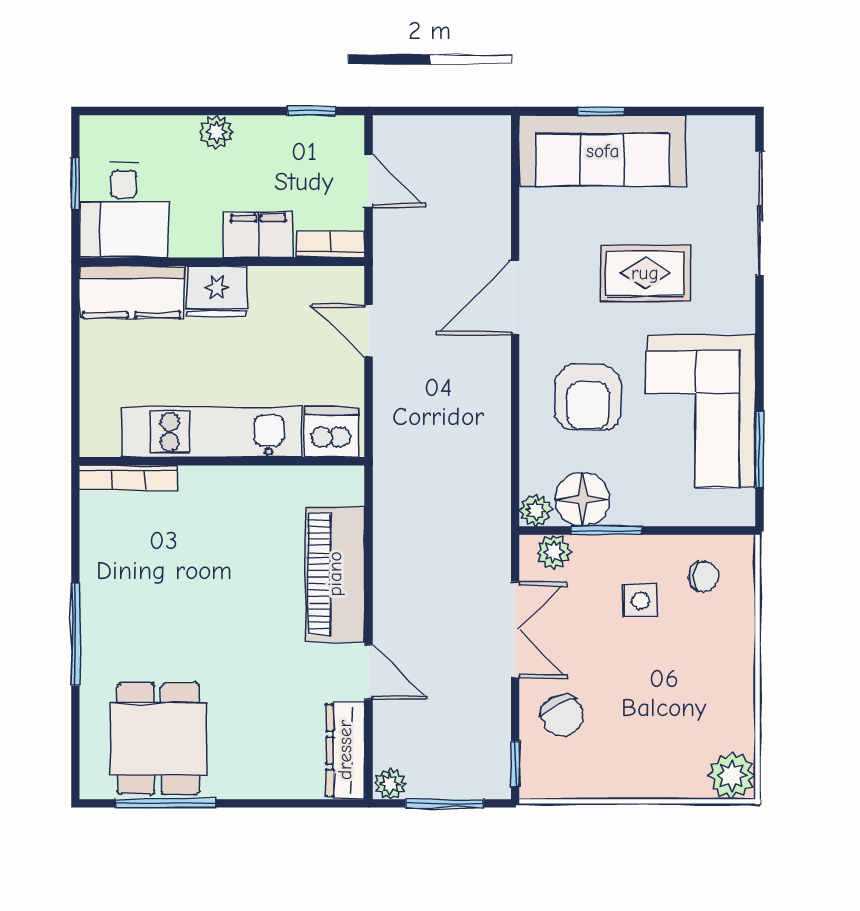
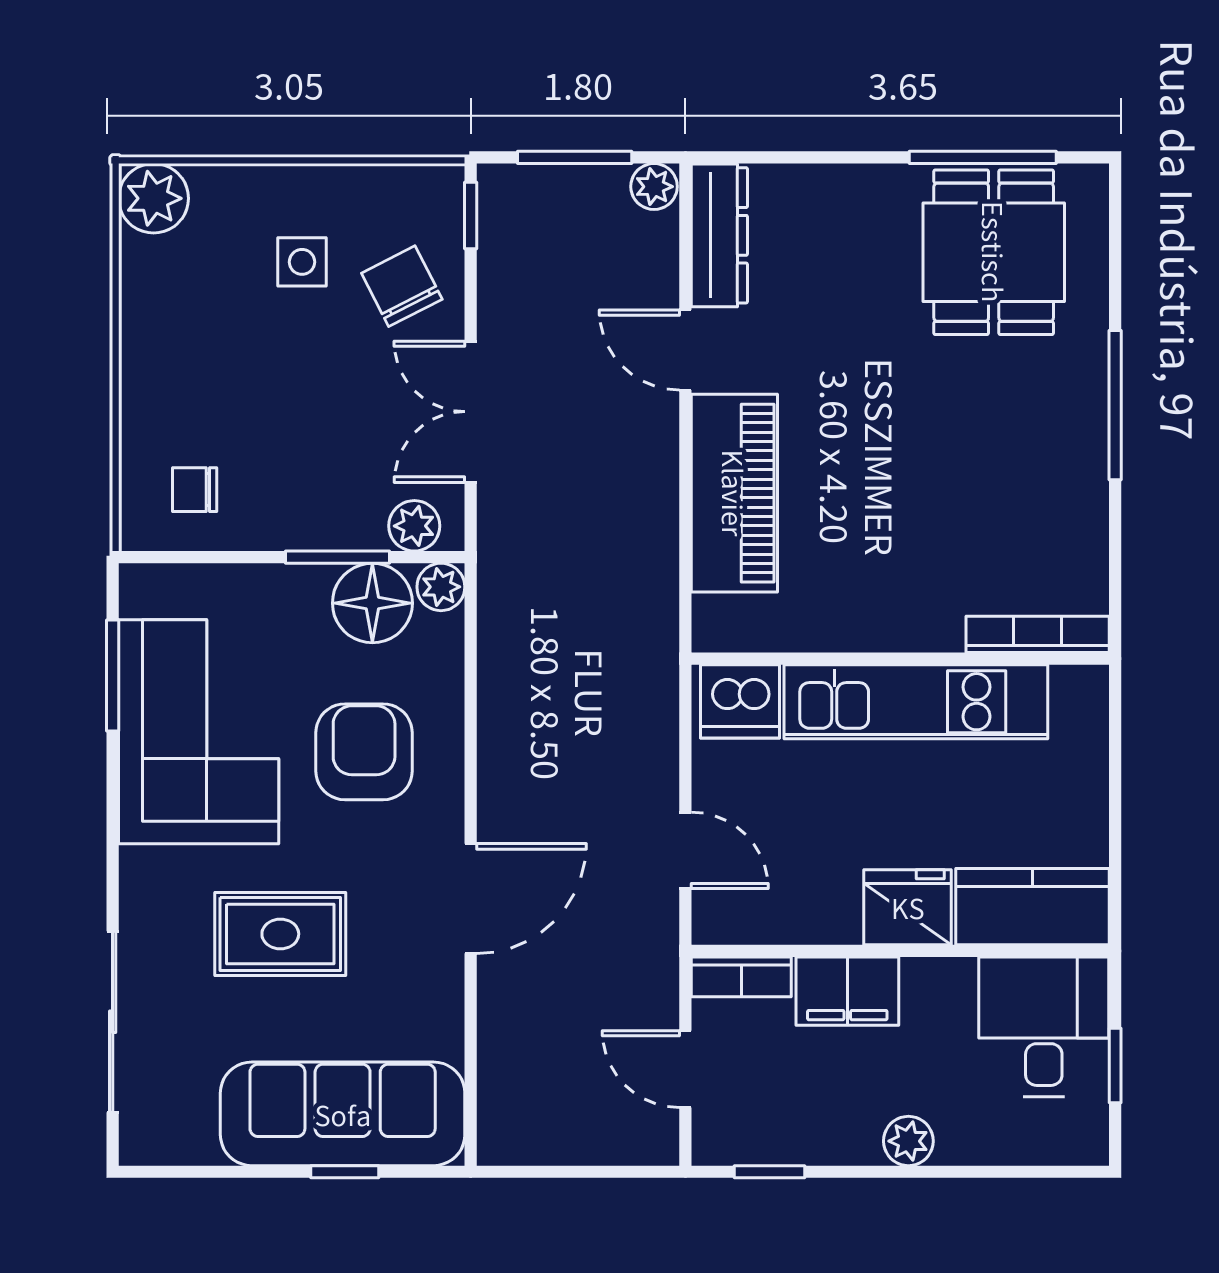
side table: (640, 601) -> (302, 262), moved

